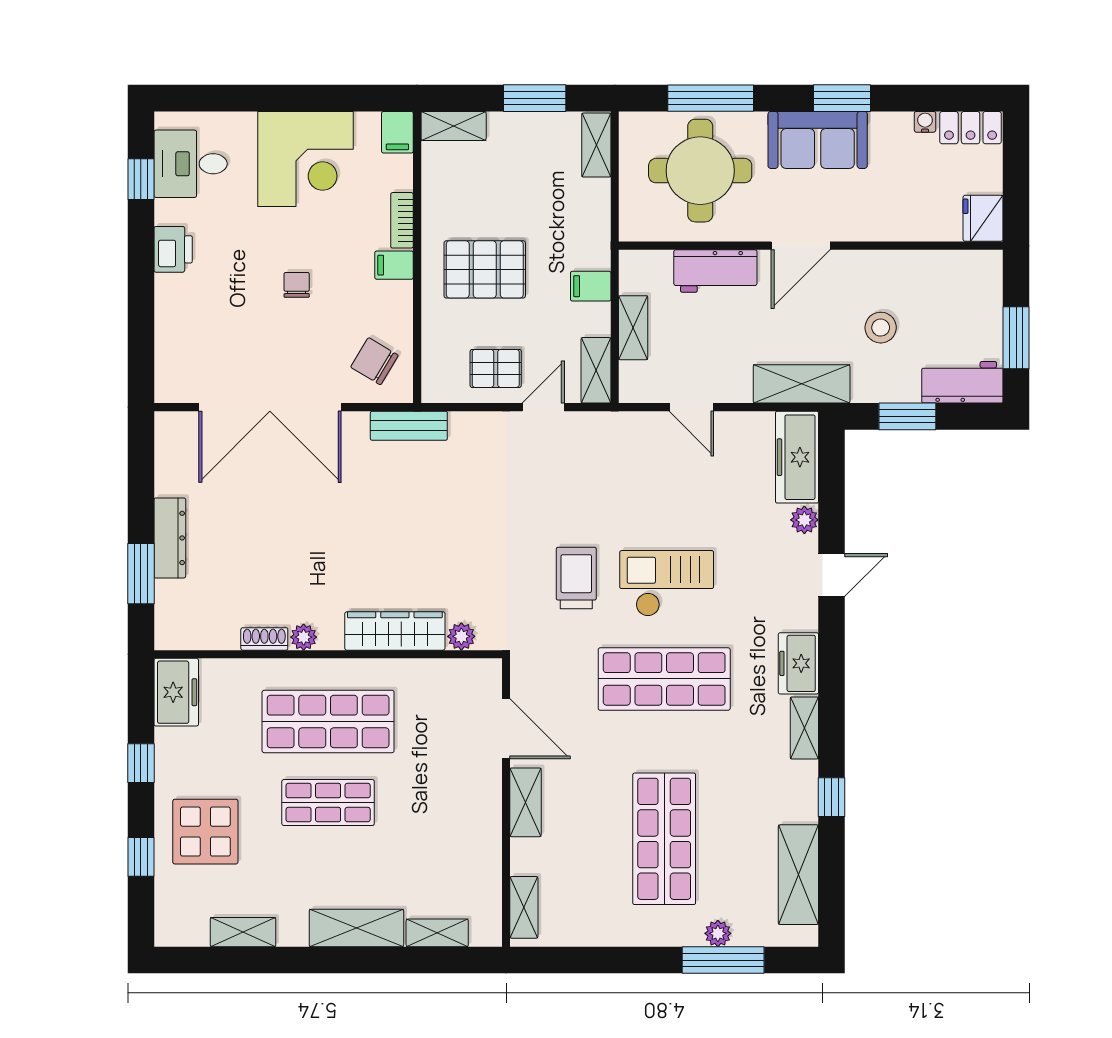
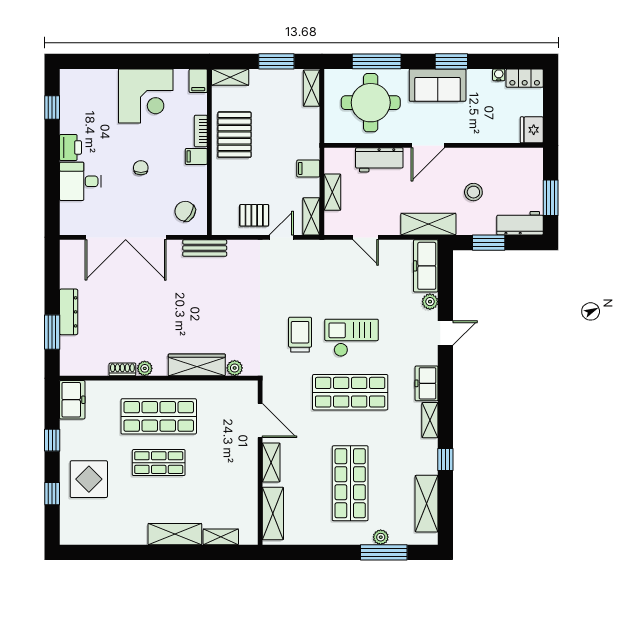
desk: (191, 164) -> (80, 181), moved
pallet: (485, 269) -> (234, 135), moved, turned 90
shelving: (524, 907) -> (273, 513), width x1.50, depth x1.33
shelving: (243, 932) -> (110, 536), removed

